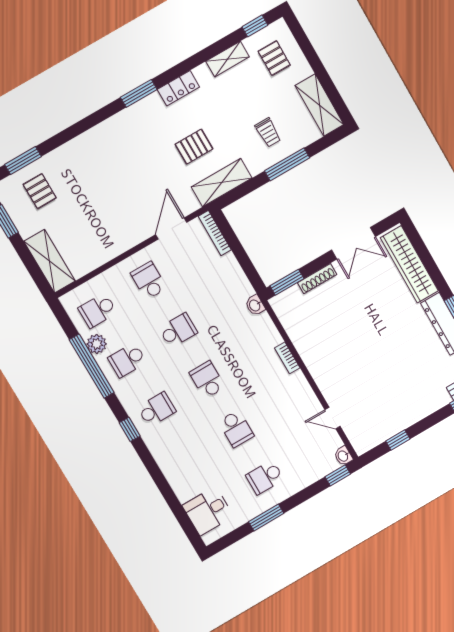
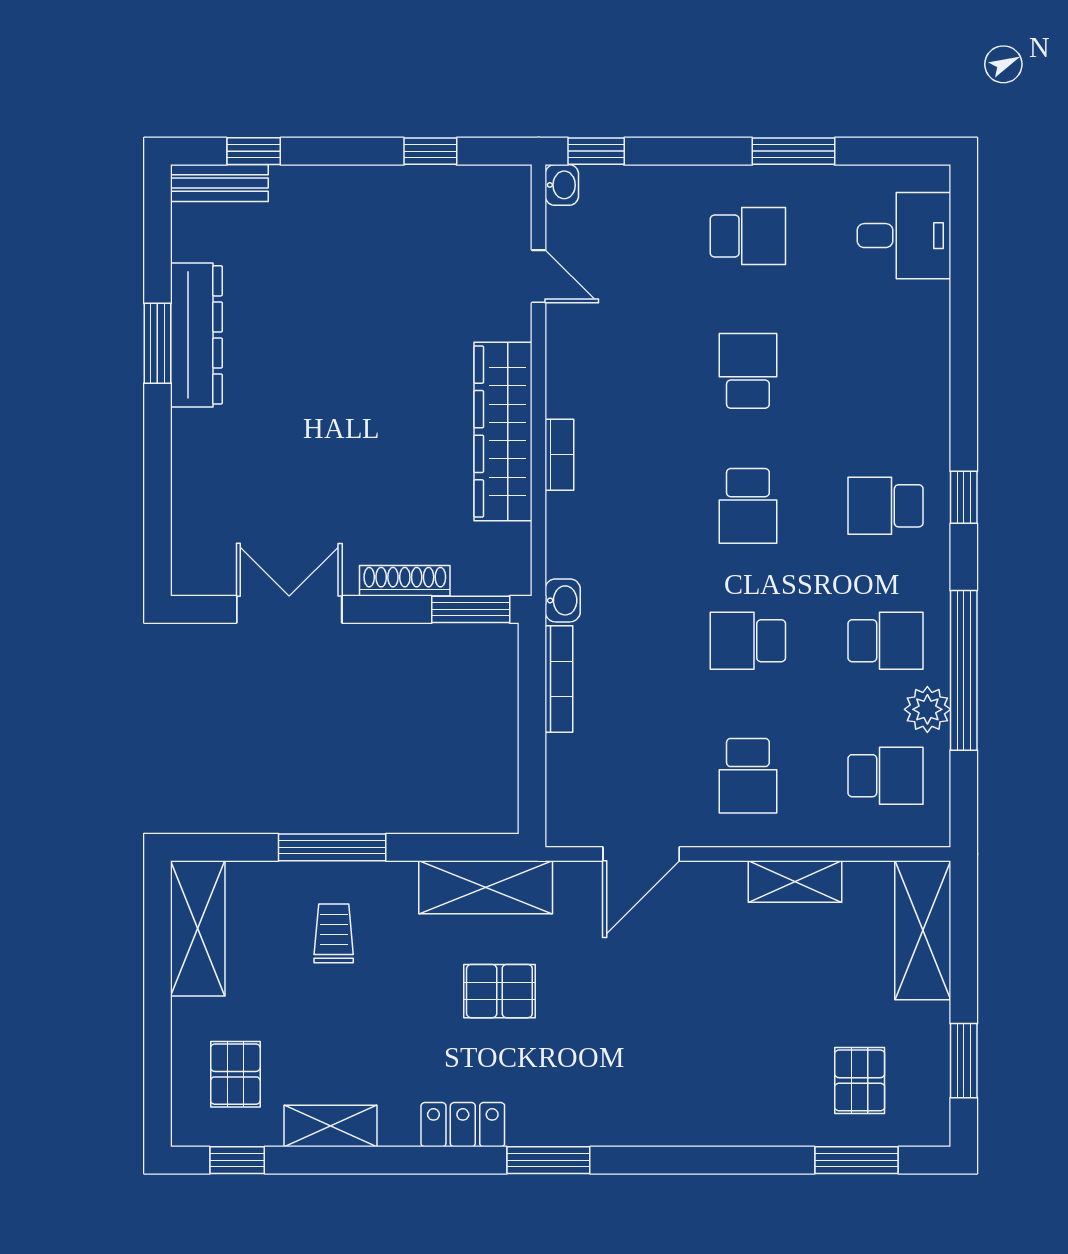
bookcase: (215, 233) -> (559, 679), moved
shelving: (108, 252) -> (795, 882), added
wardrobe: (409, 264) -> (503, 432), moved, turned 180

